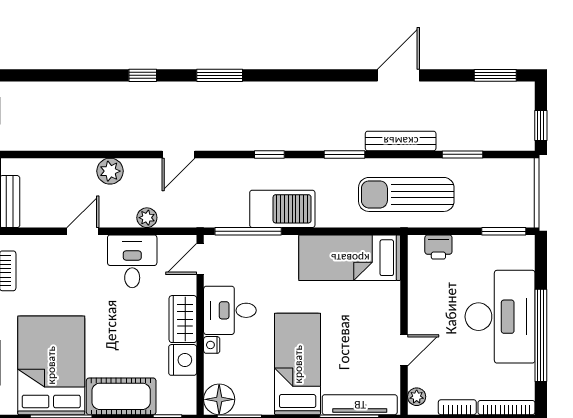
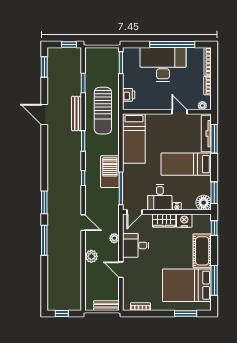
window: (143, 75) -> (44, 240), width x2.17
door: (200, 259) -> (135, 212), hinge flipped

